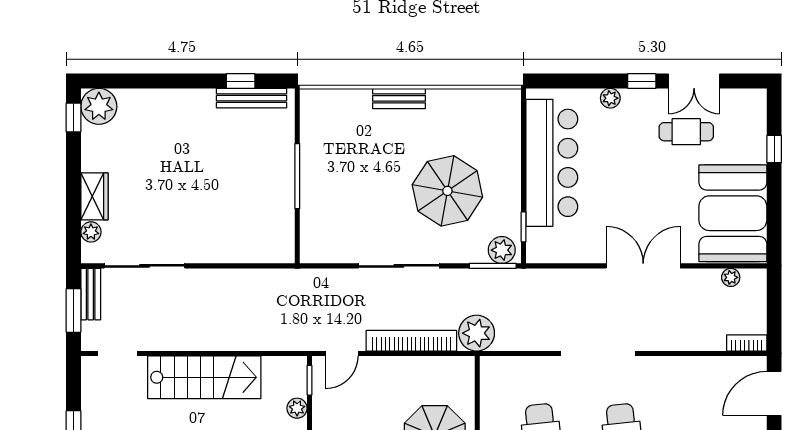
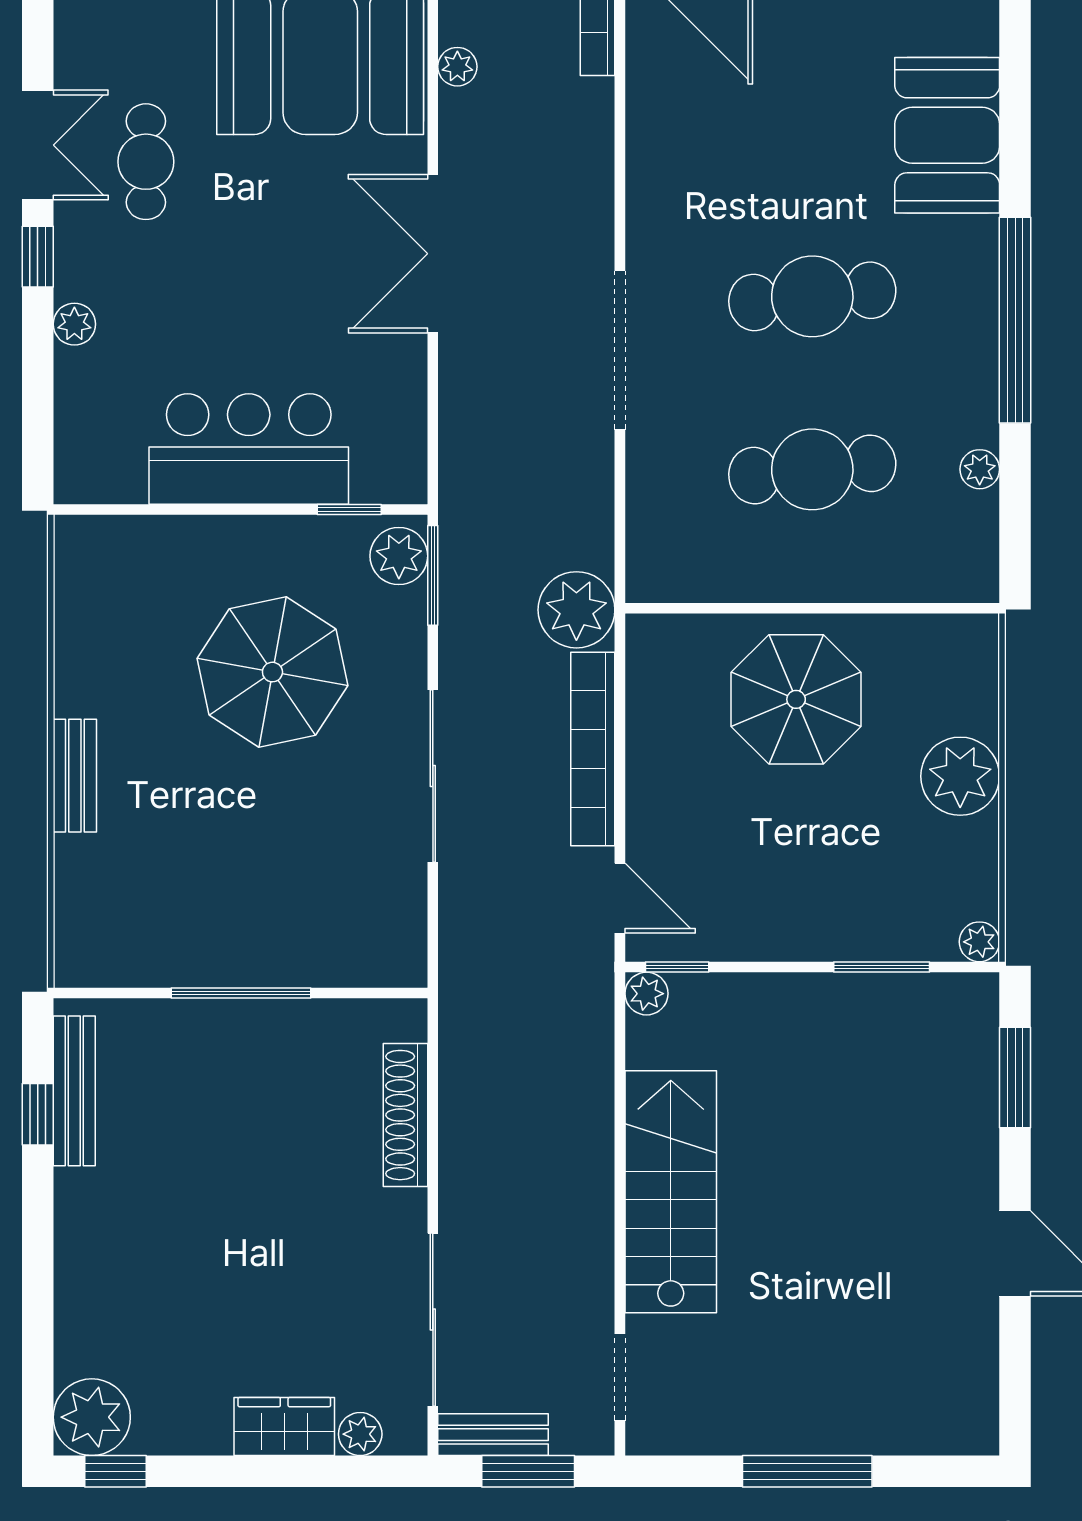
bar counter: (552, 163) -> (249, 449), width x0.73
shoe rack: (240, 253) -> (405, 1115), added
plant: (297, 408) -> (647, 994), moved

